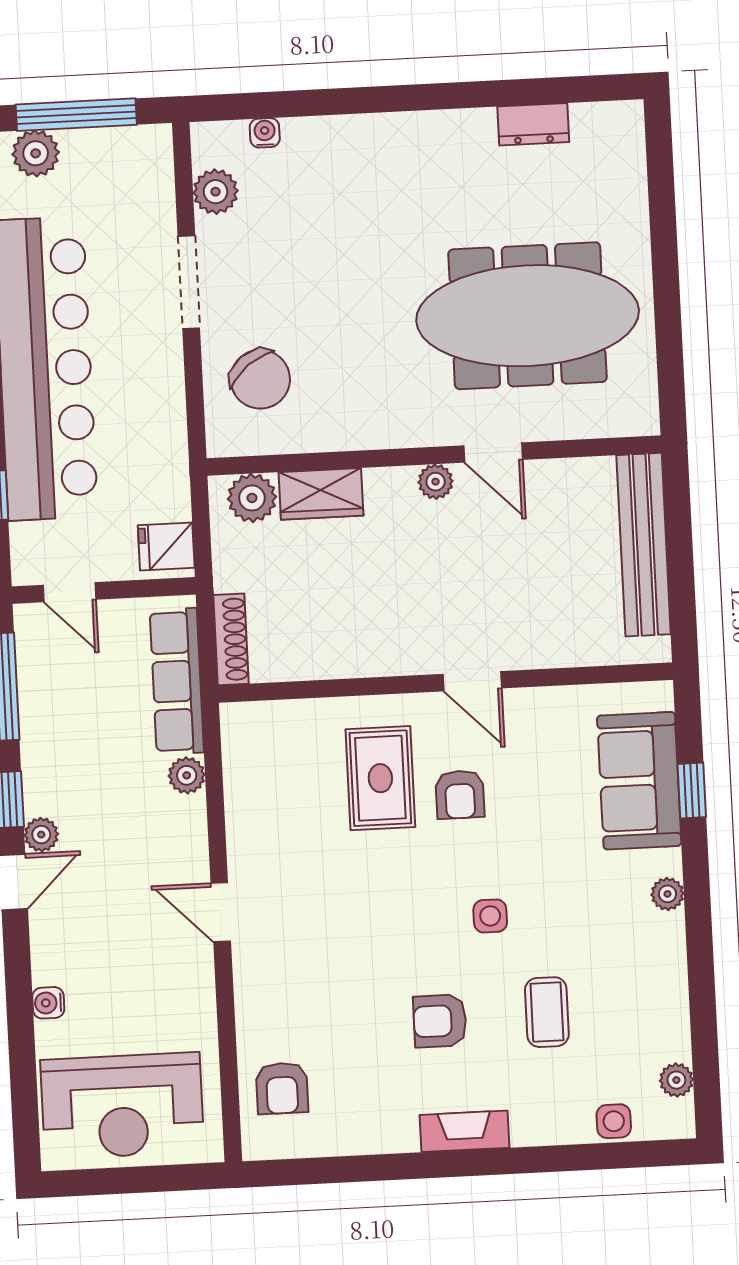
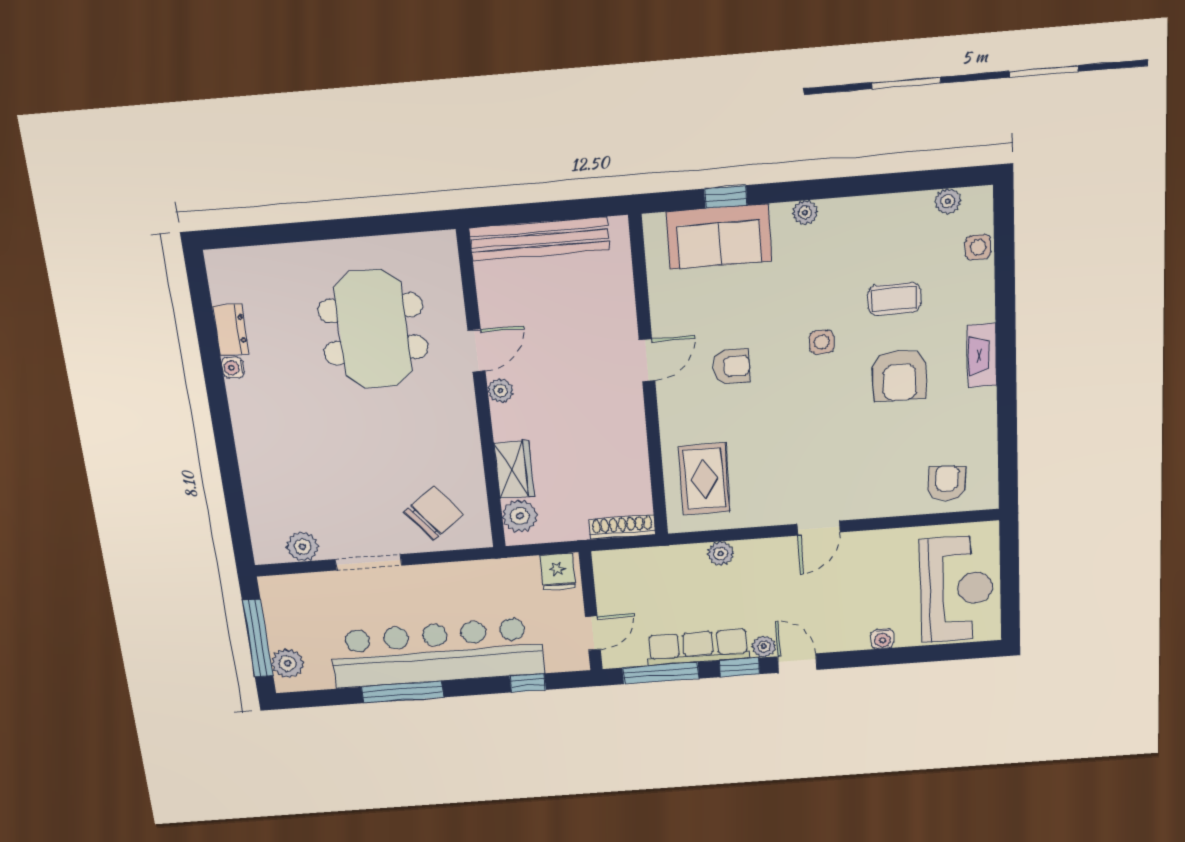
water cooler: (265, 133) -> (233, 368), moved
meeting table: (528, 316) -> (373, 329), width x0.73
row of seats: (177, 681) -> (698, 647), moved, turned 180
rug: (380, 778) -> (704, 479), moved, turned 90
armchair: (440, 1021) -> (900, 375), width x1.38, depth x1.38
armchair: (282, 1088) -> (947, 483), turned -85

